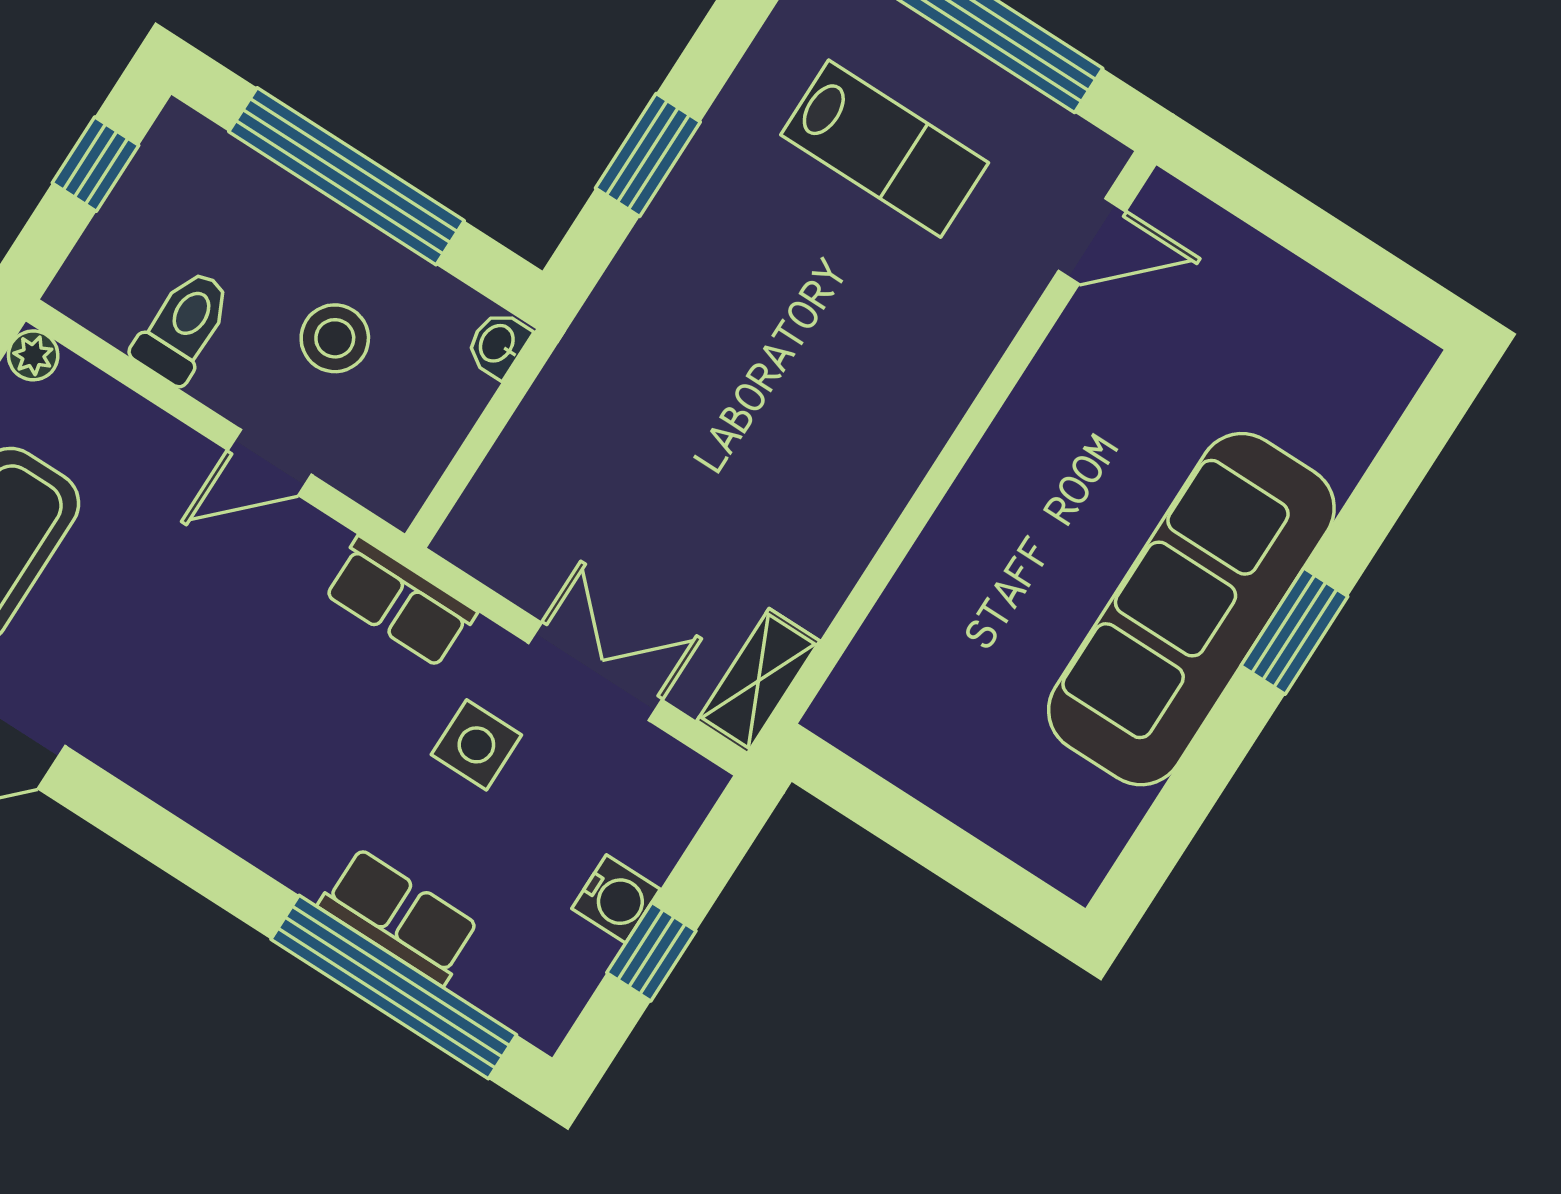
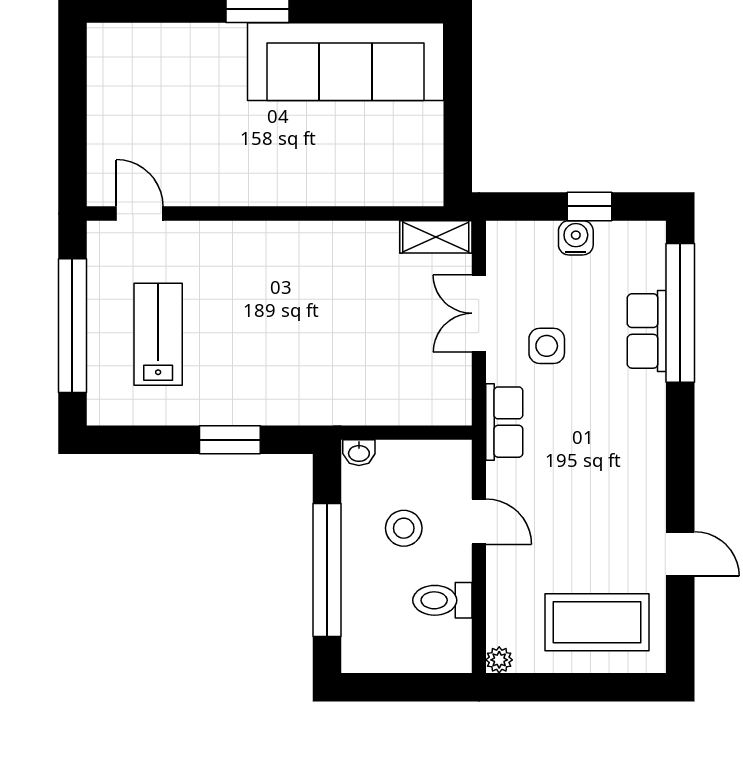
window: (96, 164) -> (394, 687), removed
sofa: (1191, 609) -> (346, 62), moved

